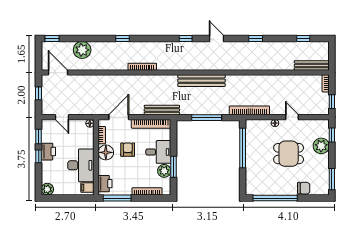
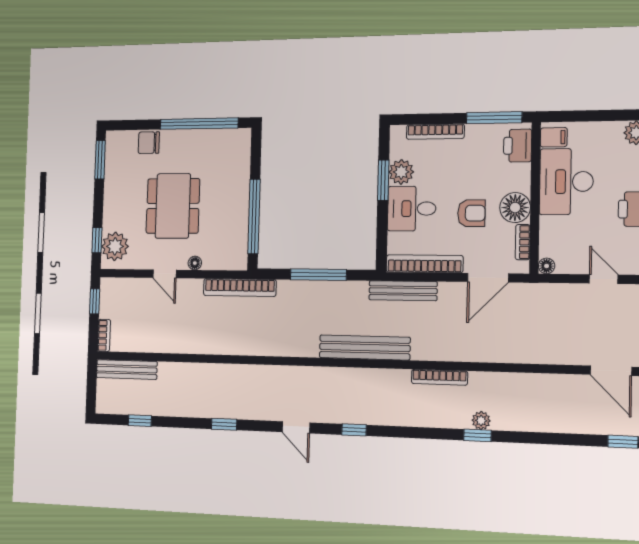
plant: (82, 50) -> (481, 421), moved, width x0.53, depth x0.53
bench: (201, 81) -> (365, 347), moved
plant: (321, 146) -> (115, 246), moved
armchair: (128, 150) -> (471, 213), turned -90
dining table: (289, 154) -> (173, 206), width x1.38

